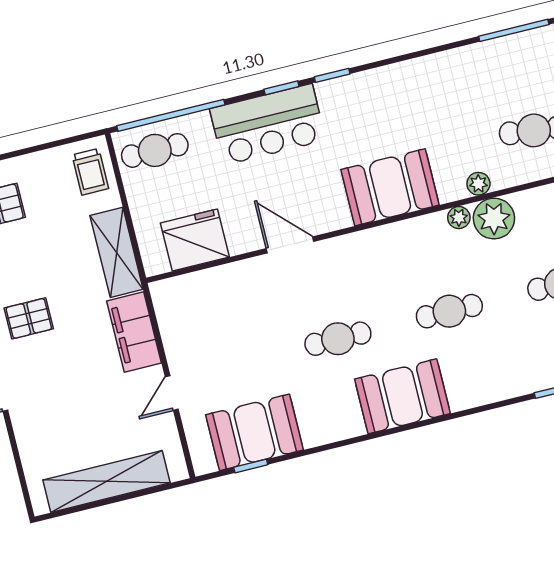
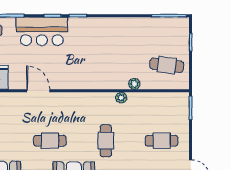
booth: (390, 187) -> (92, 75), removed
plant: (494, 219) -> (138, 102), removed
cafe table: (449, 311) -> (106, 141), turned 90

